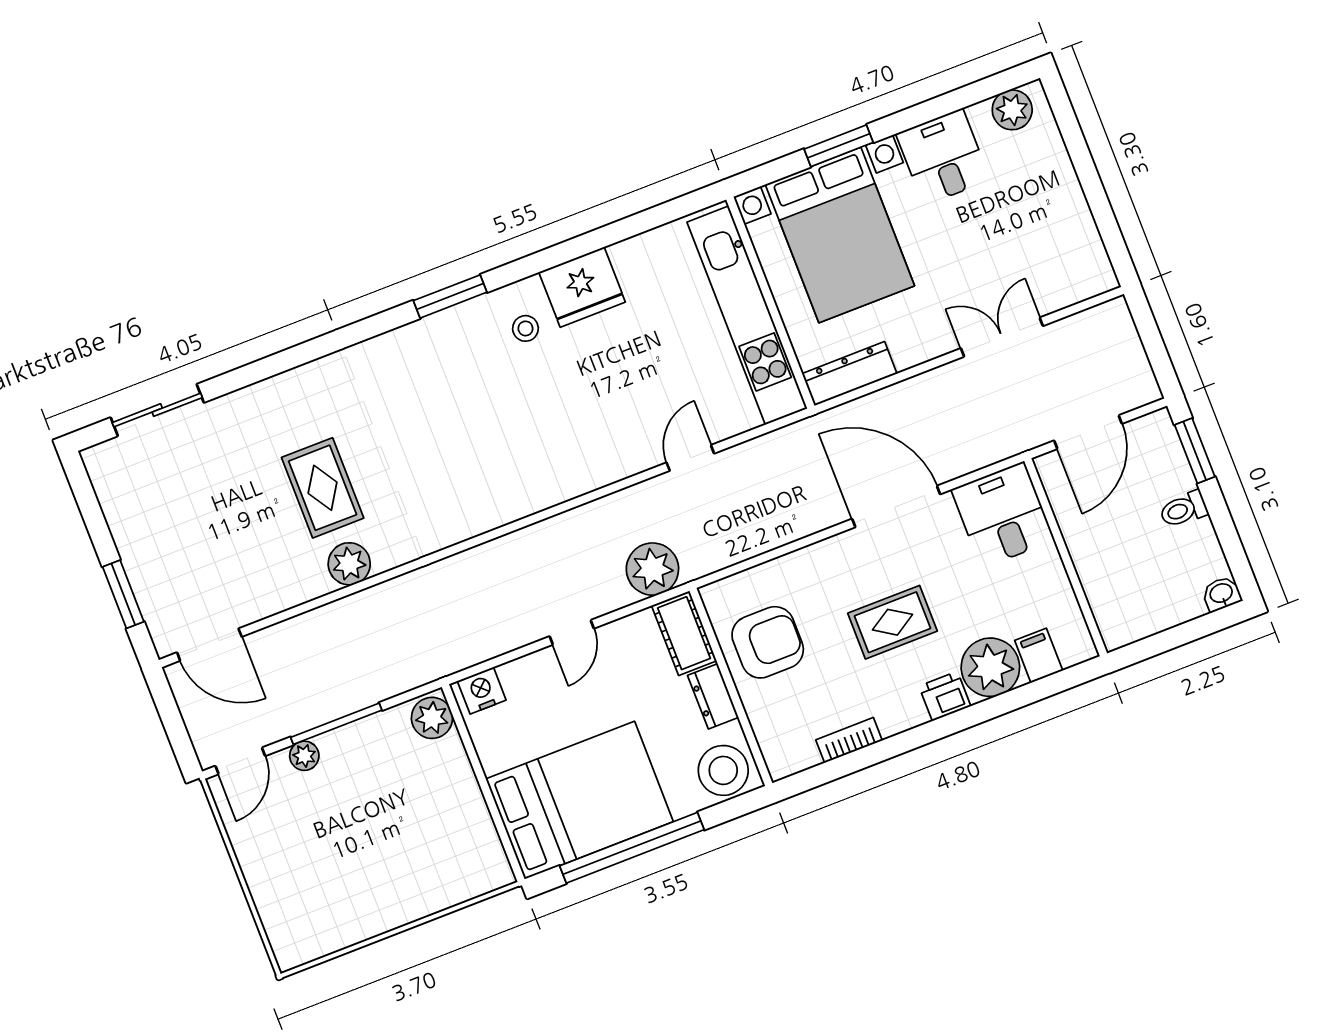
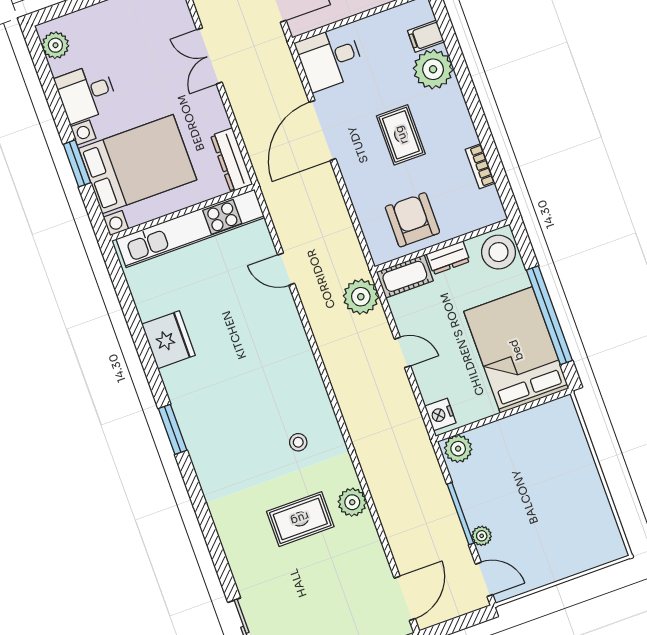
stool: (525, 328) -> (298, 442), moved
printer: (945, 696) -> (452, 101), removed

